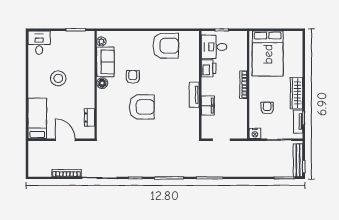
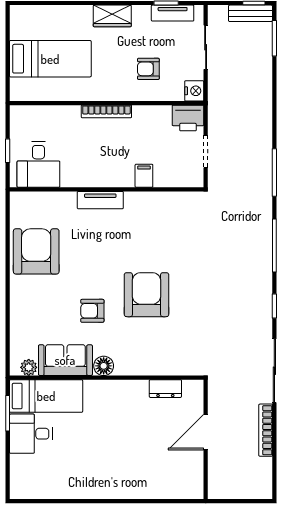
desk: (39, 43) -> (31, 434), moved
bed: (268, 54) -> (50, 59), width x0.67
printer: (209, 68) -> (188, 118), moved, turned 180
stool: (58, 78) -> (95, 445), removed
wardrobe: (297, 93) -> (112, 16), width x0.67
tv unit: (194, 95) -> (100, 200), moved
filing cabinet: (208, 106) -> (144, 176), width x0.50
bed: (37, 118) -> (46, 396), moved, turned 180
bench: (298, 160) -> (251, 13), width x0.73

